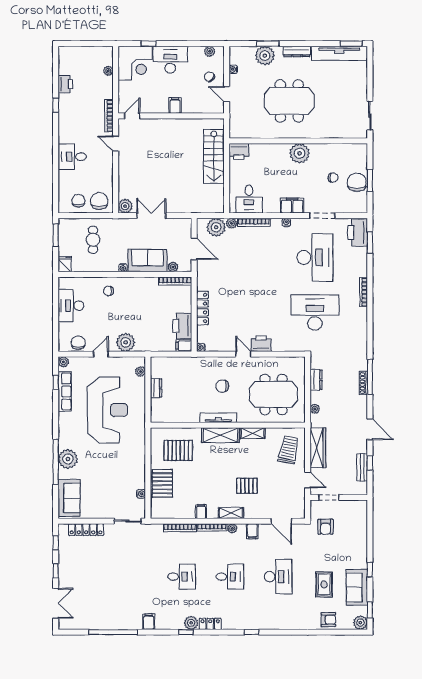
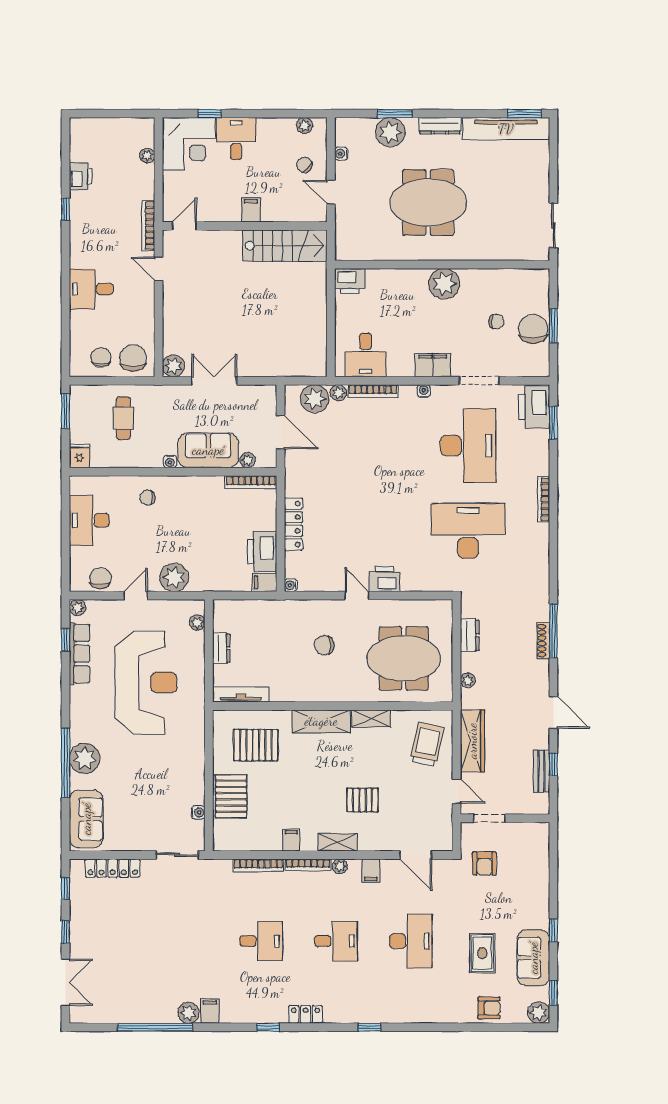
desk: (170, 60) -> (236, 139), width x0.73
stairs: (214, 157) -> (285, 246), moved, turned -90
tv unit: (218, 418) -> (241, 694), moved
plant: (191, 623) -> (189, 1013), moved

